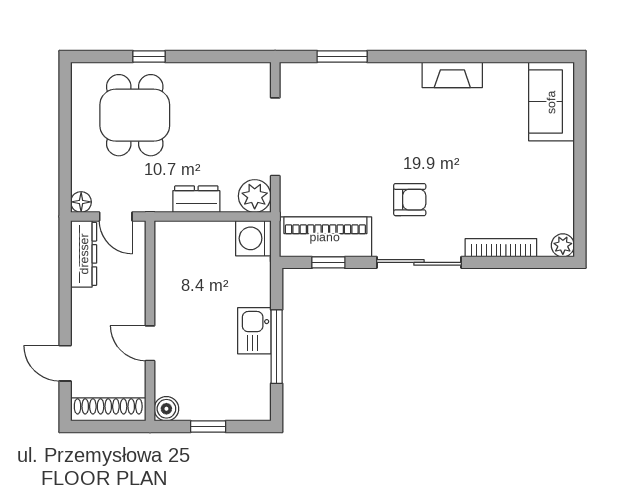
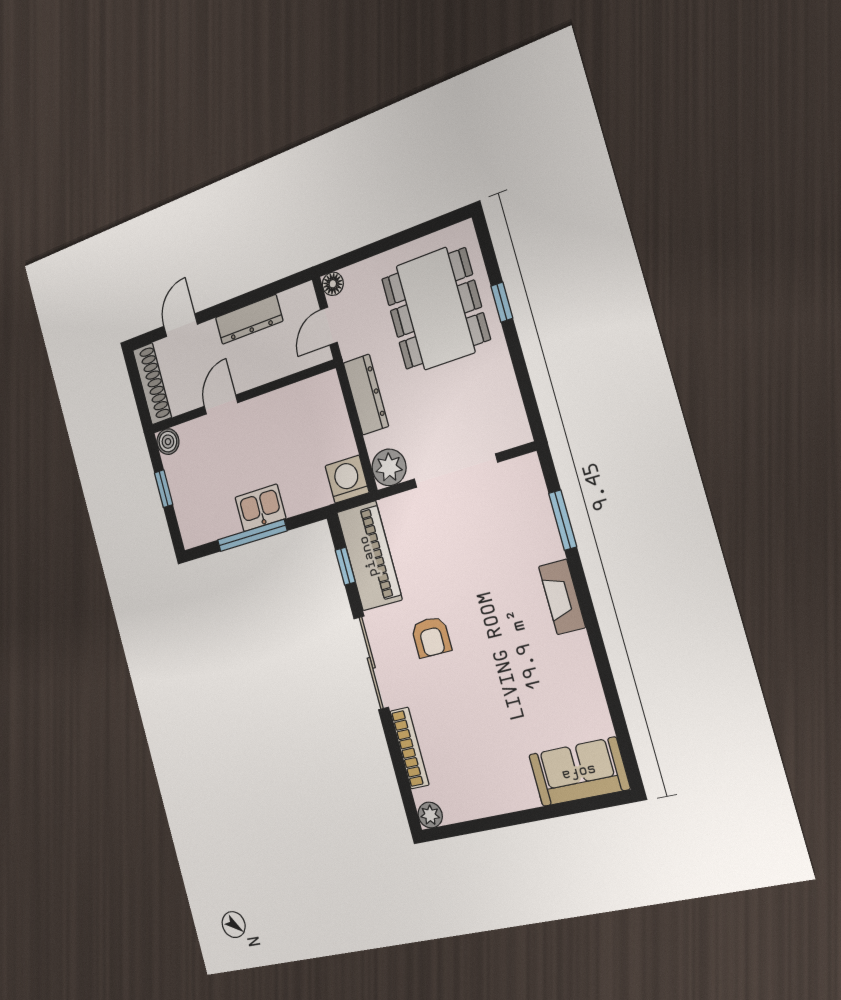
fireplace: (452, 75) -> (562, 597), moved
dining table: (135, 115) -> (435, 309), width x1.38
dresser: (196, 199) -> (366, 395), width x1.44
dresser: (84, 254) -> (249, 319), moved

